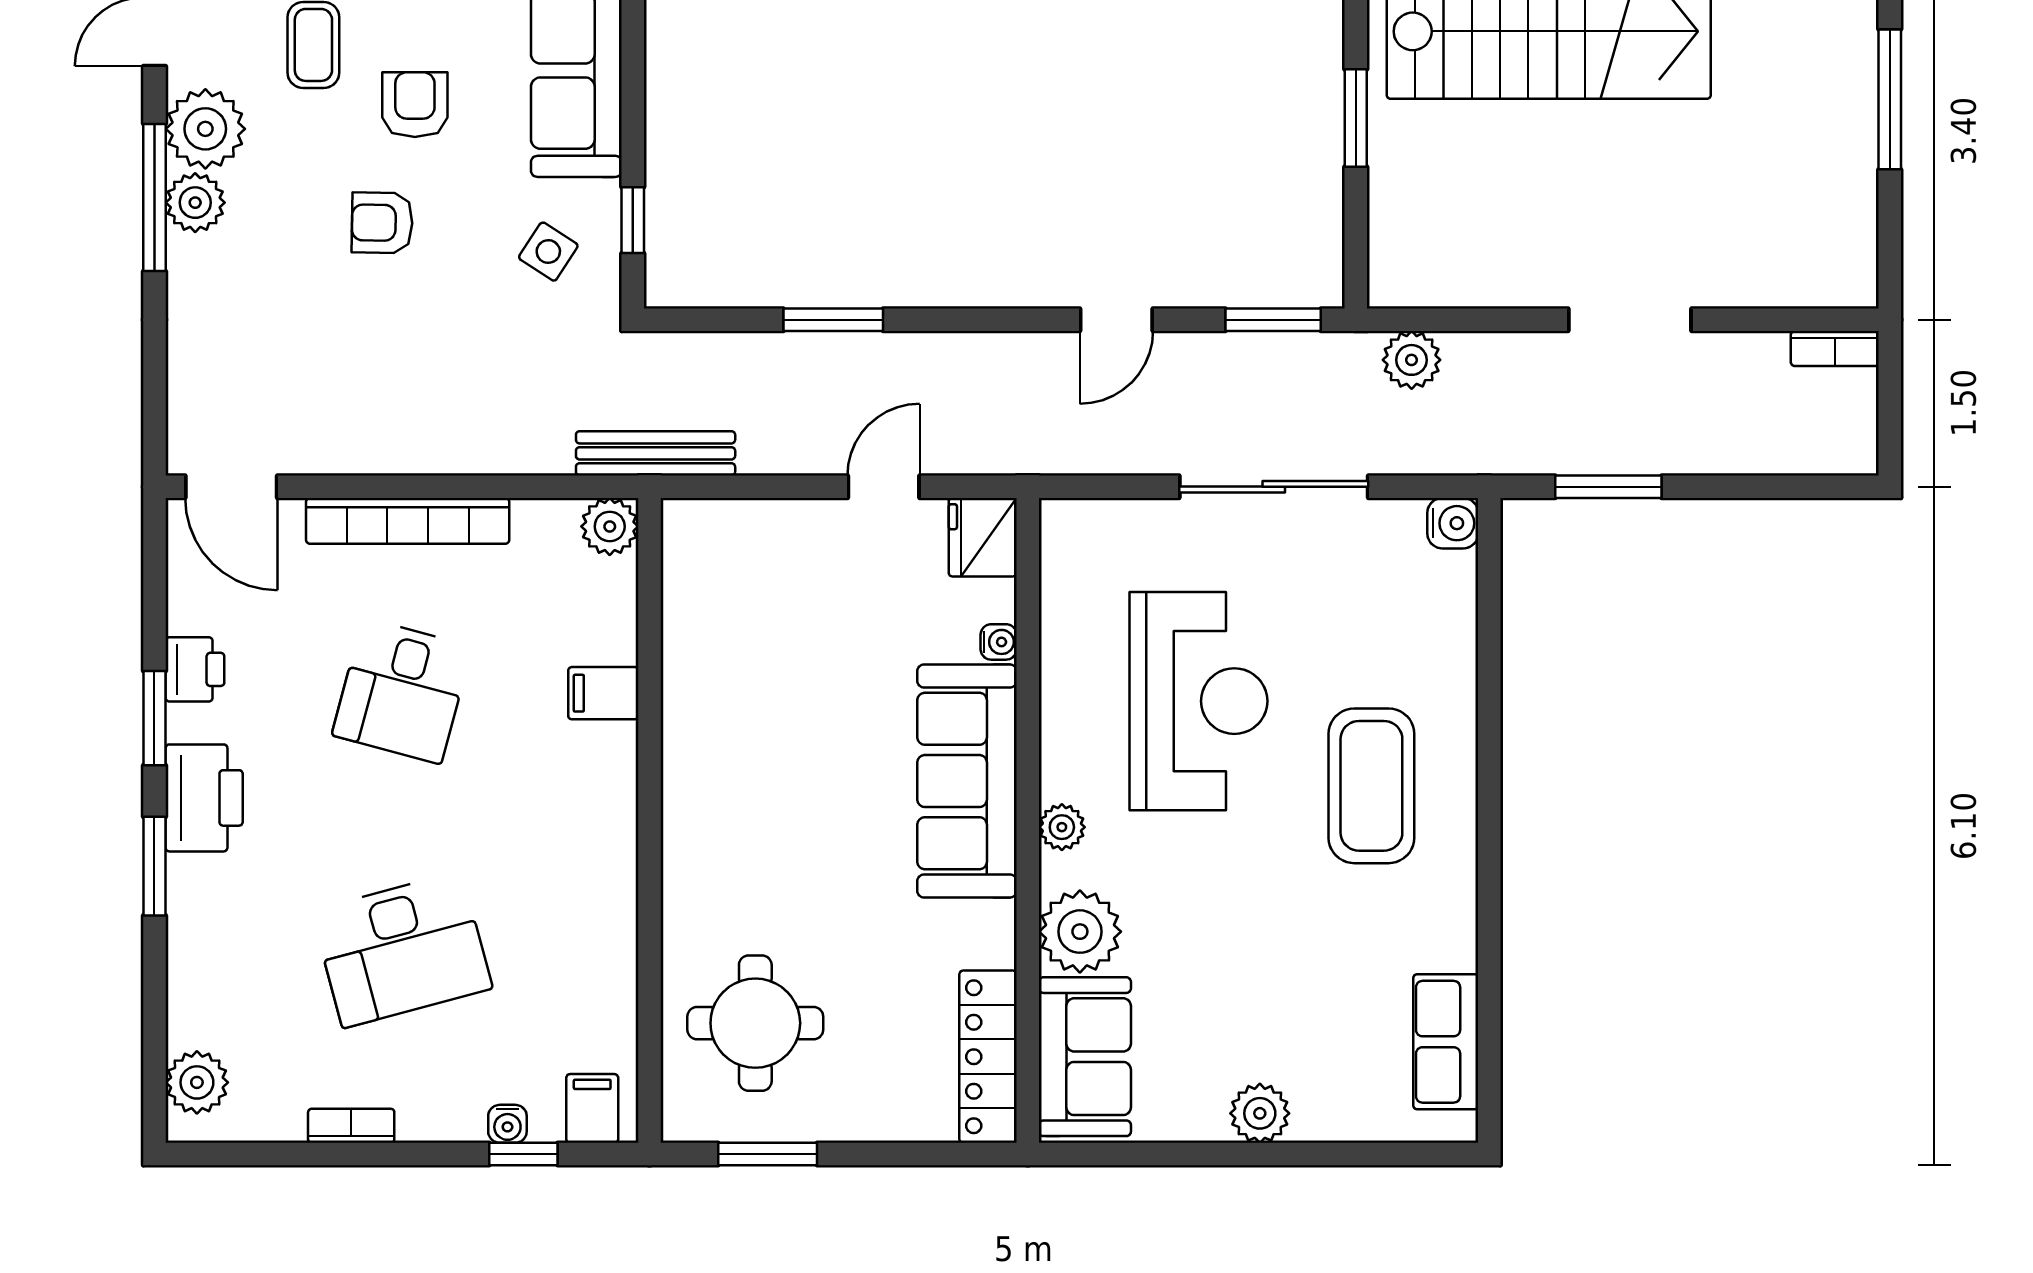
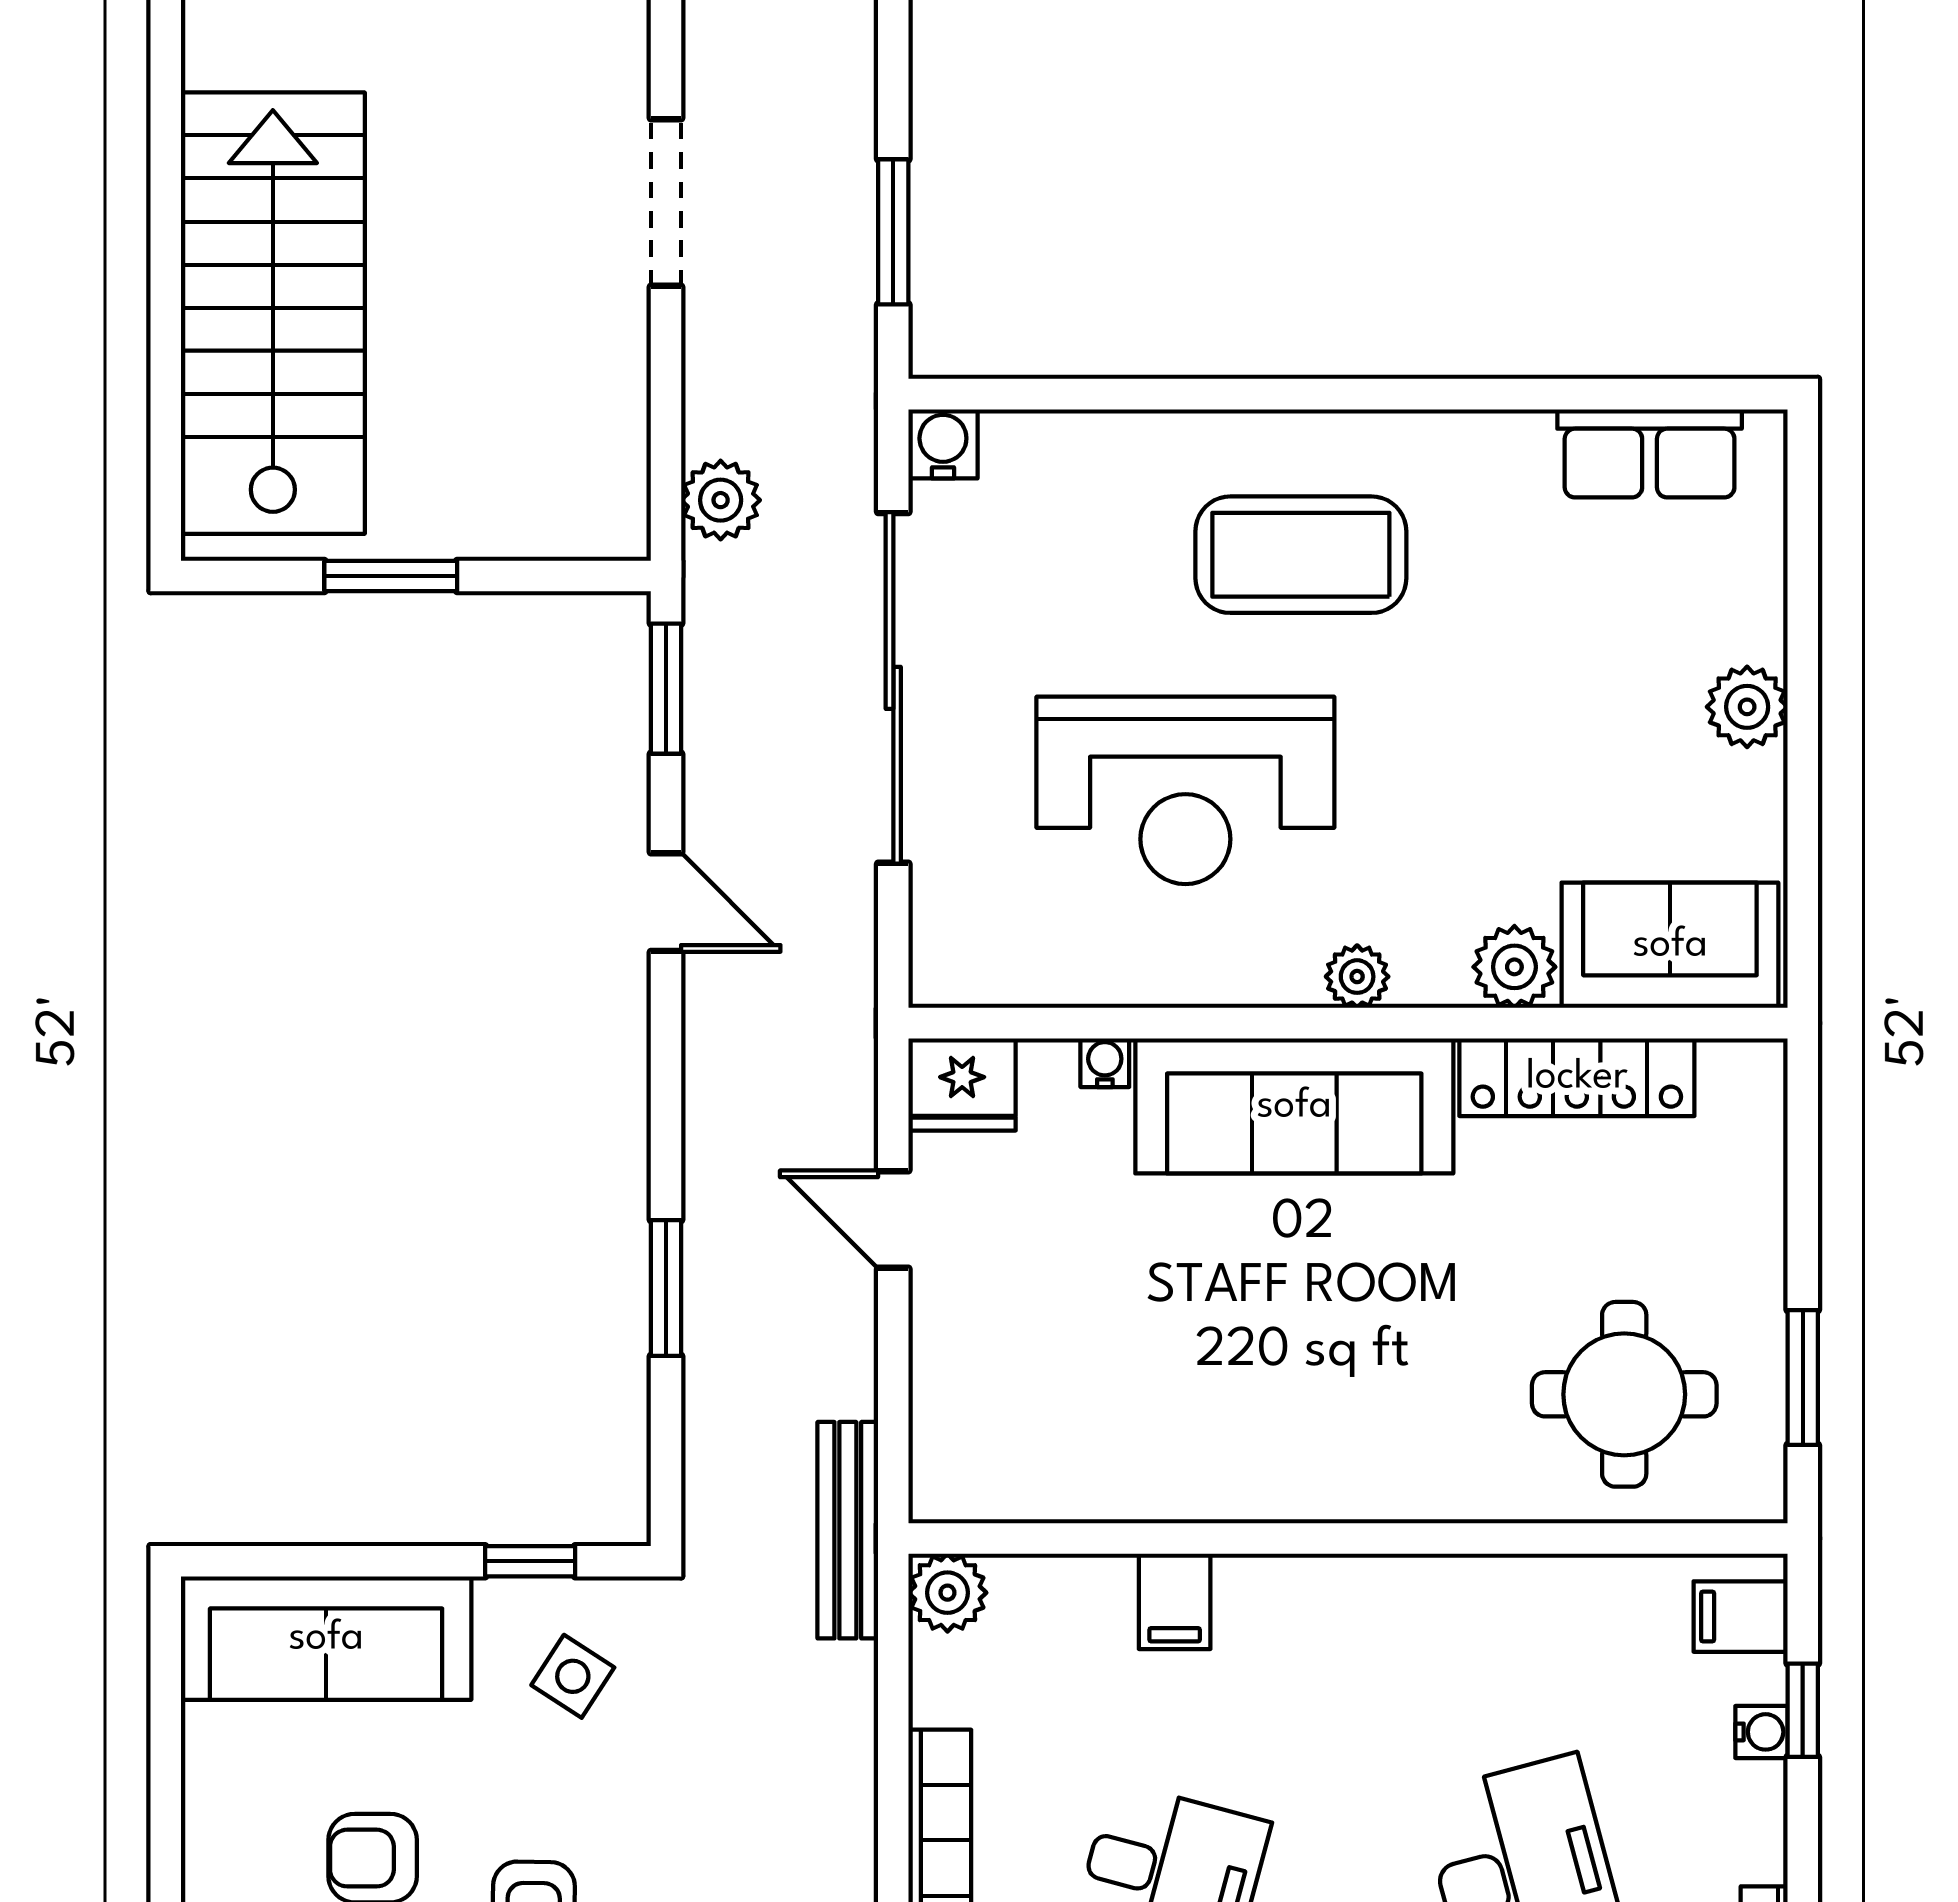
sliding door: (1274, 487) -> (893, 688), width x1.36
reception desk: (1198, 701) -> (1185, 790), turned 180
plant: (1080, 932) -> (1514, 967), width x0.73, depth x0.73
locker: (988, 1057) -> (1577, 1077), moved

